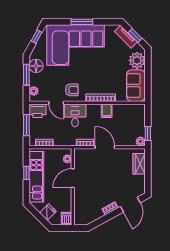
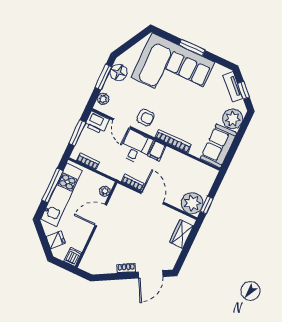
window: (37, 37) -> (134, 40), removed
filing cabinet: (107, 111) -> (157, 151), moved
plant: (140, 141) -> (192, 203), width x1.87, depth x1.87
window: (26, 173) -> (52, 185), width x2.17

